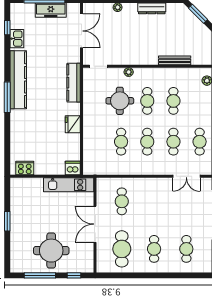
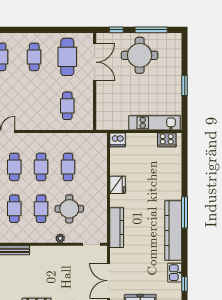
kitchen unit: (69, 185) -> (155, 123), moved
double door: (95, 224) -> (95, 62), moved

